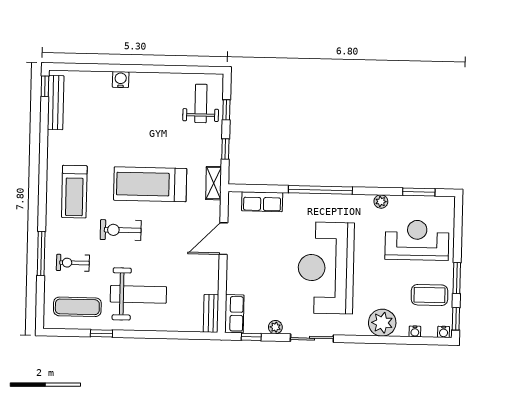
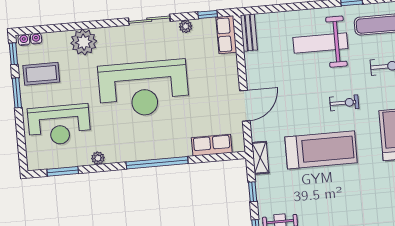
exercise bike: (121, 230) -> (344, 103), width x0.73, depth x0.72
reception desk: (326, 268) -> (144, 89), turned 90
water cooler: (415, 332) -> (36, 39), moved

